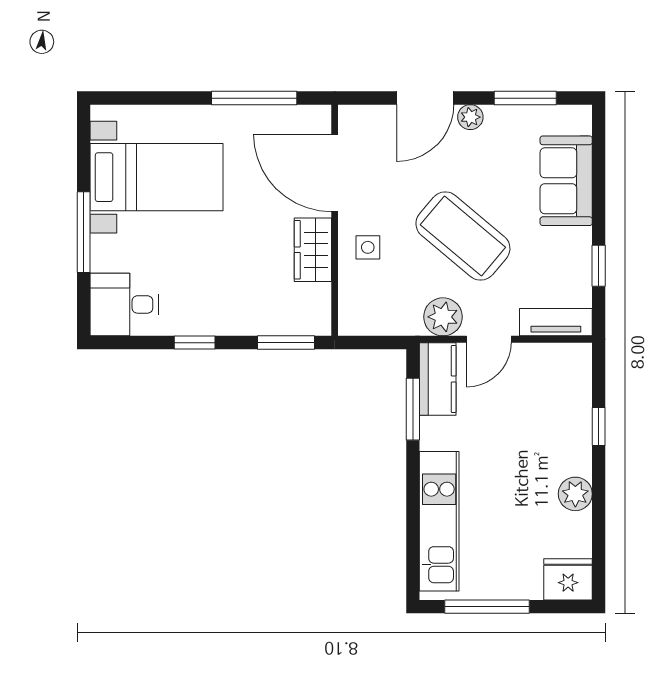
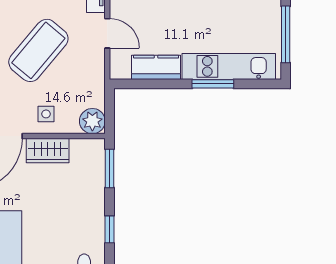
plant: (443, 317) -> (92, 121), moved
kitchen counter: (438, 379) -> (156, 67), moved
window: (413, 409) -> (213, 84), moved

